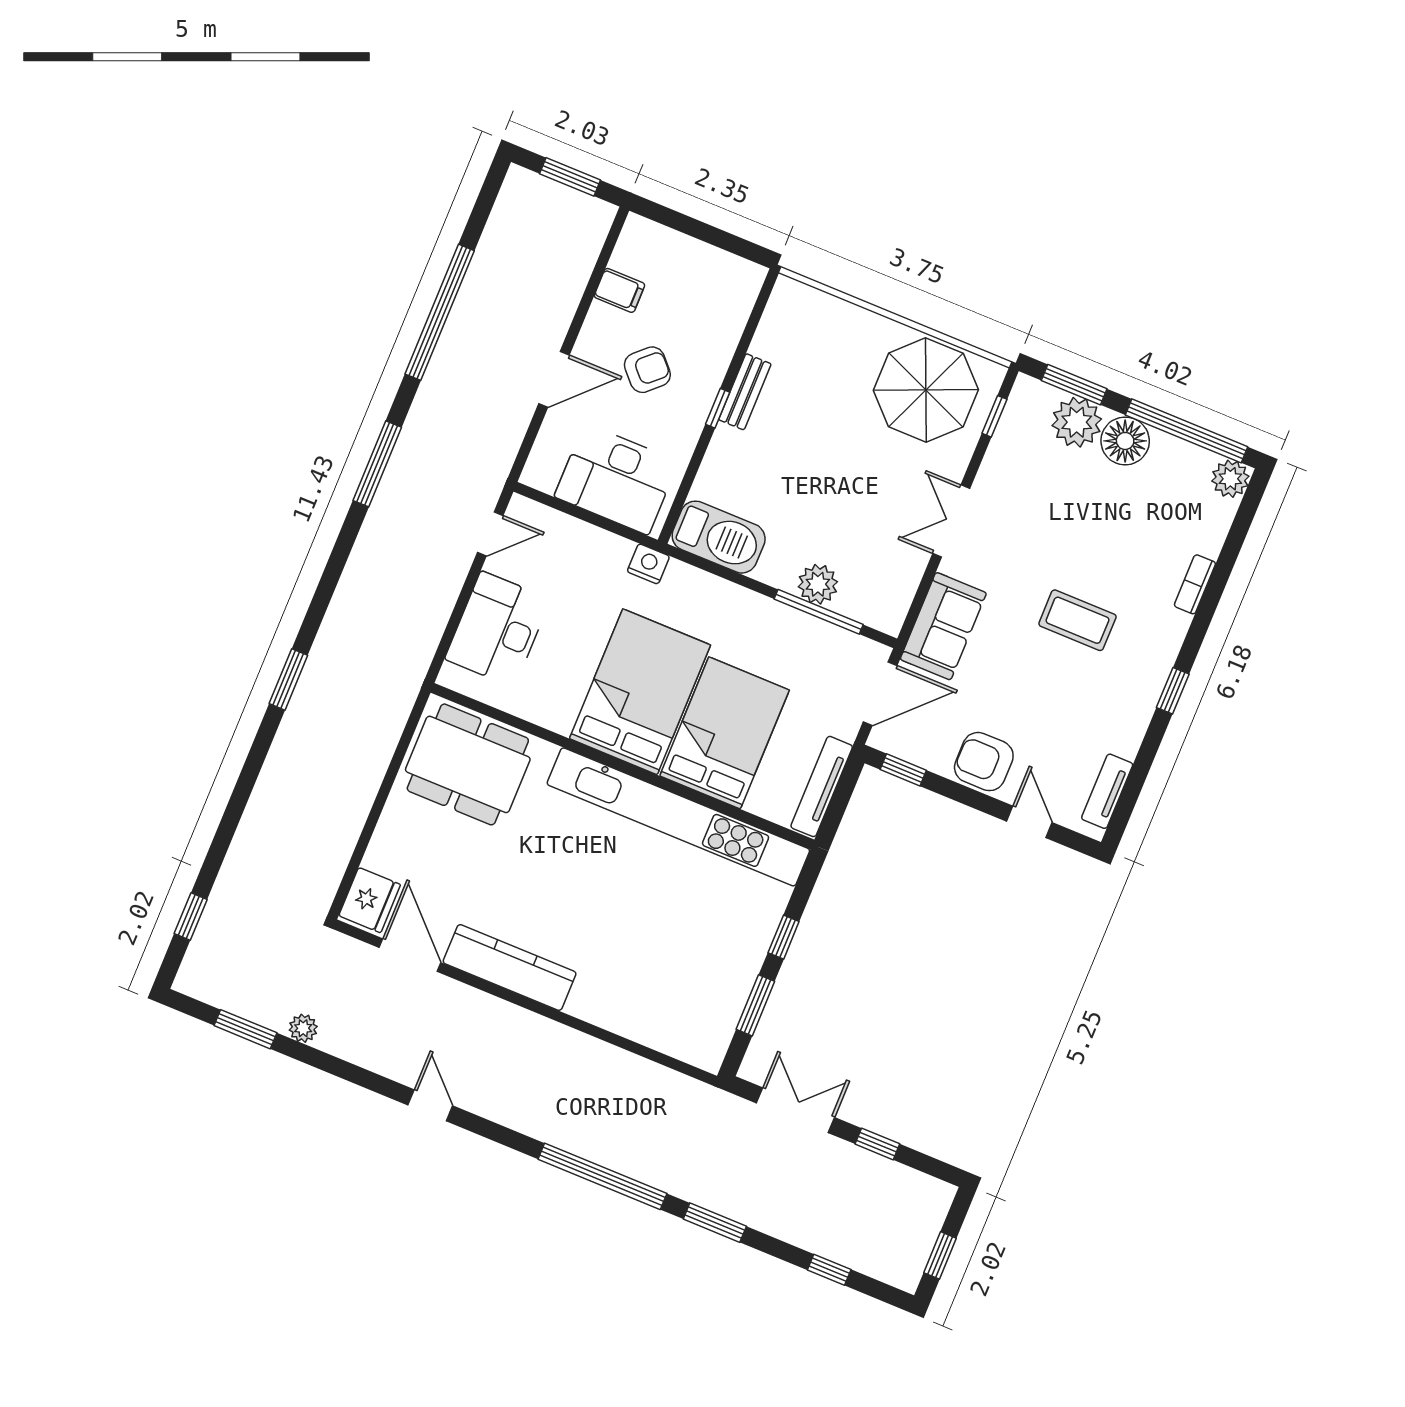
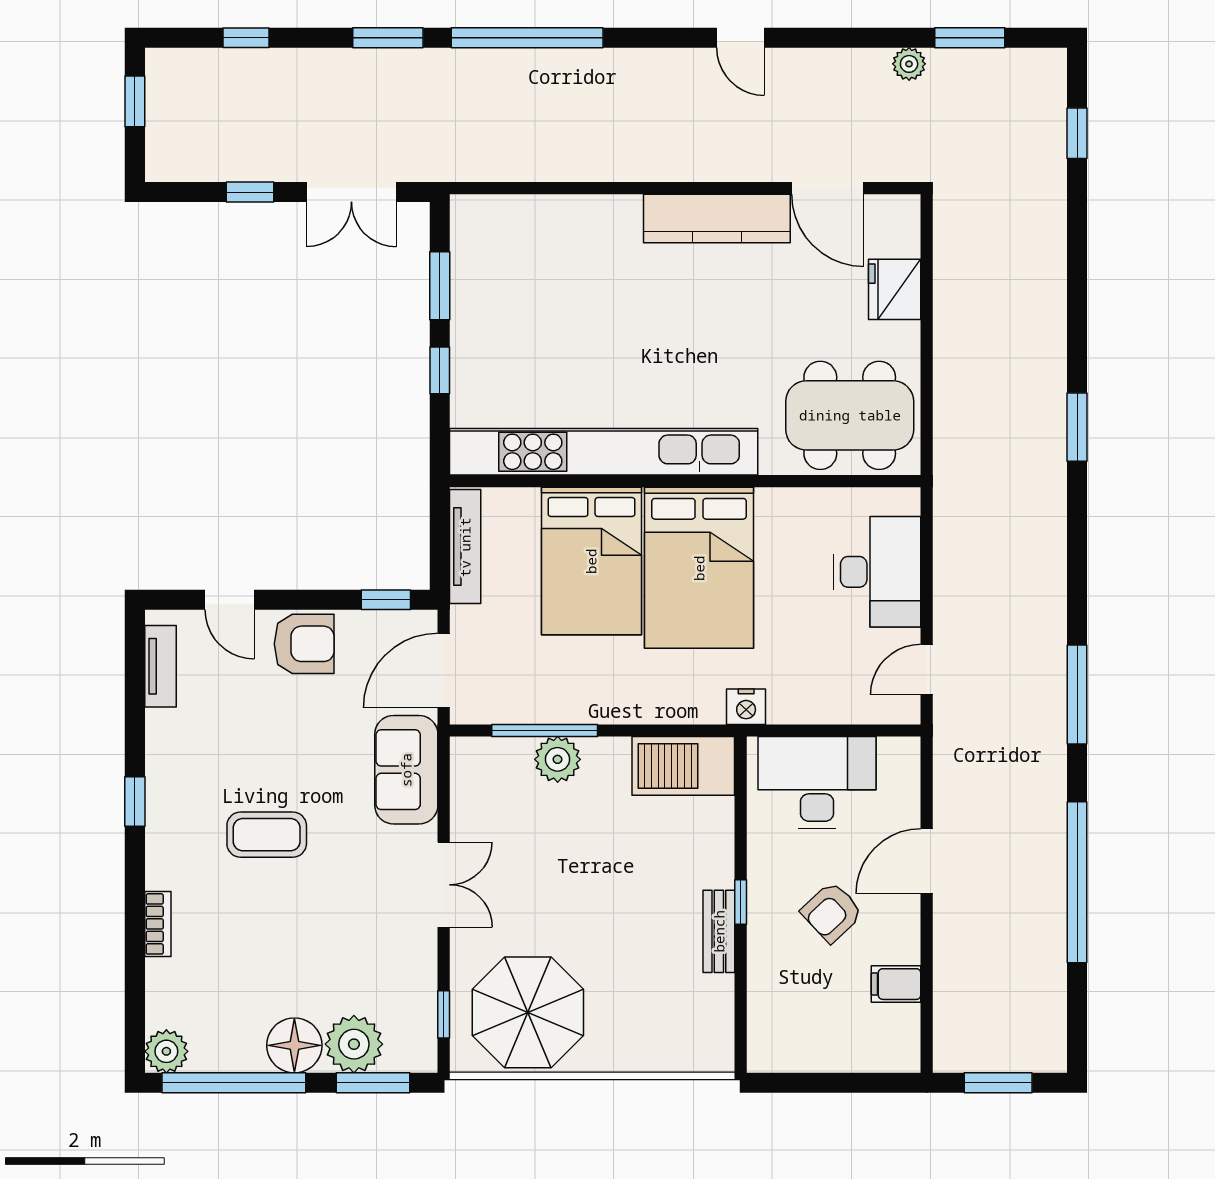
fridge: (370, 900) -> (895, 289), moved

